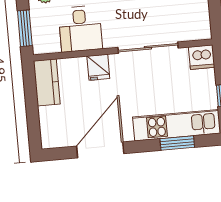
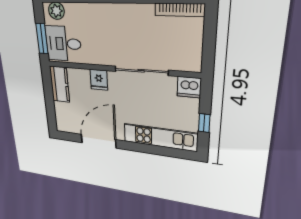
desk: (80, 29) -> (63, 44), moved, turned 90
window: (177, 143) -> (159, 150), removed

